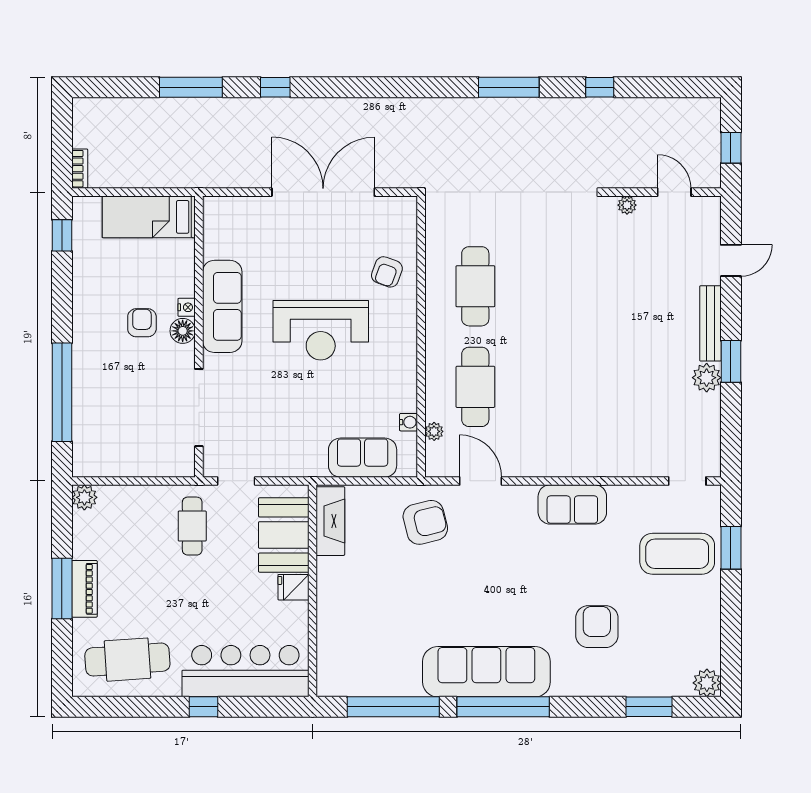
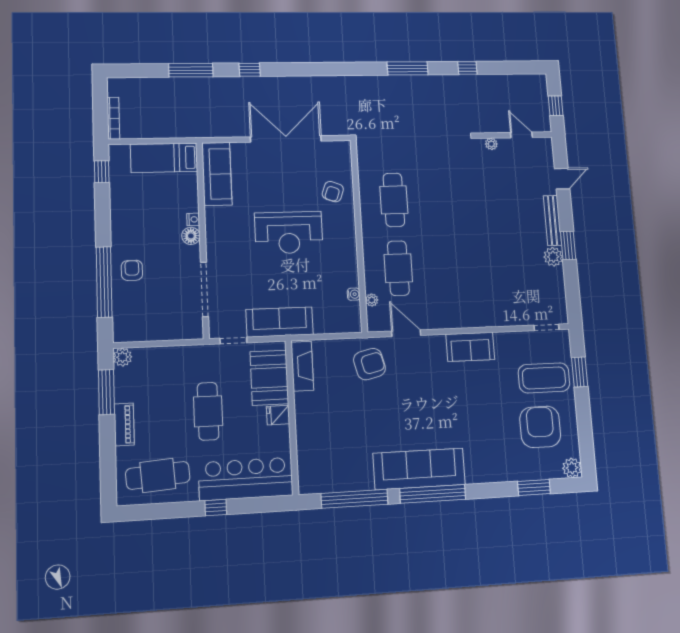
bookcase: (80, 169) -> (113, 118), width x1.56
sofa: (222, 306) -> (217, 174), moved
armchair: (142, 323) -> (132, 270), moved
sofa: (363, 458) -> (280, 322), moved, width x1.36
cafe table: (192, 526) -> (208, 411), moved, width x1.37, depth x1.35
window: (62, 588) -> (106, 392), moved
armchair: (597, 627) -> (540, 427), moved, width x1.36, depth x1.36

